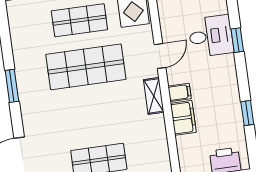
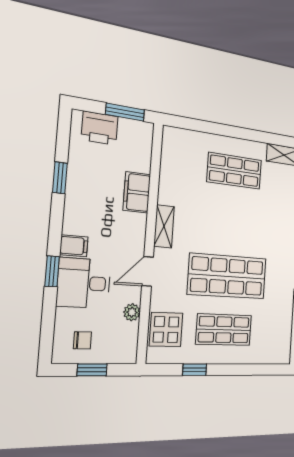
plant: (166, 20) -> (132, 312), added
filing cabinet: (180, 92) -> (74, 246), moved, turned 180

